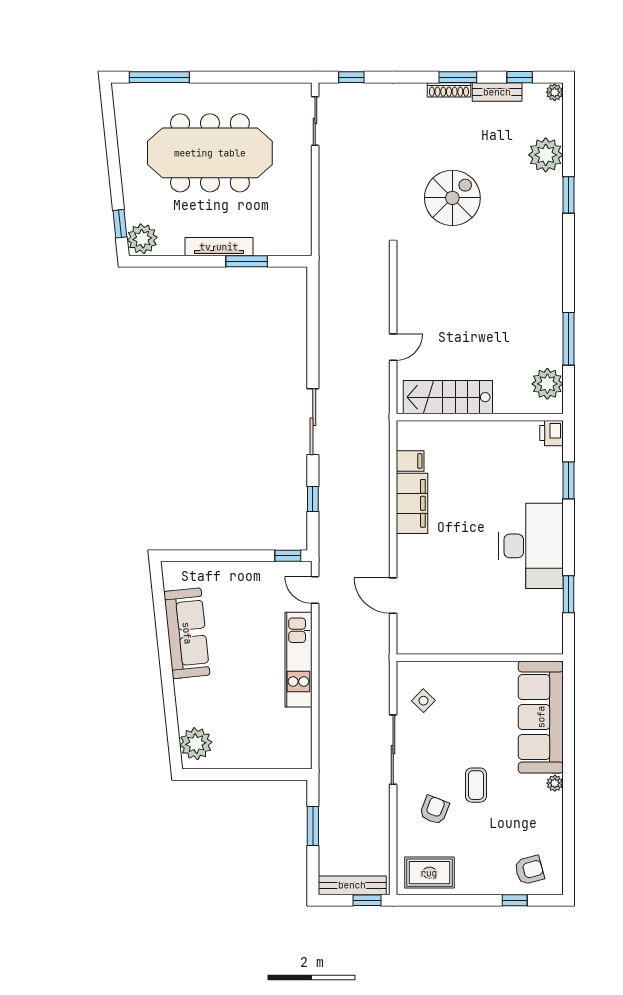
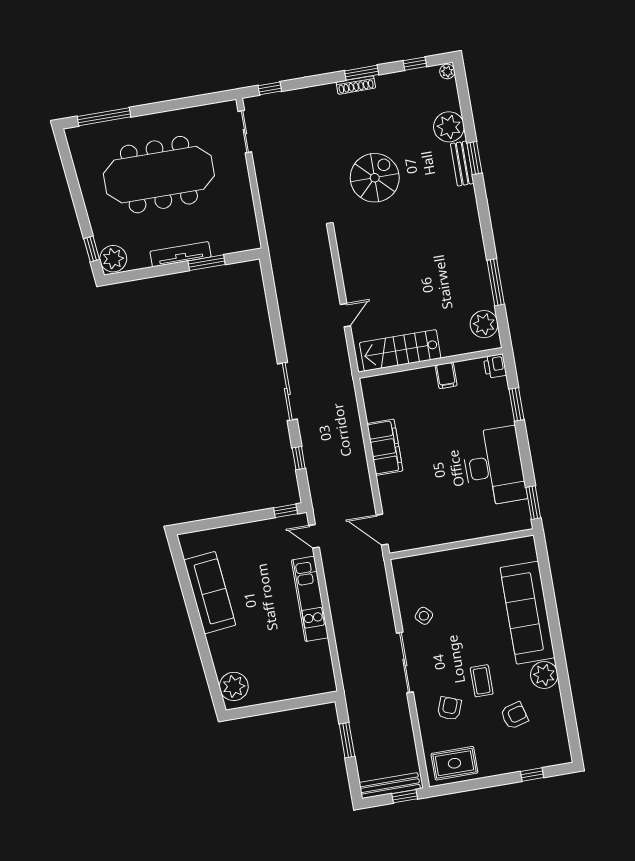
bench: (497, 92) -> (462, 163), moved, turned 90
filing cabinet: (410, 461) -> (446, 375), moved, turned 90
wall: (480, 658) -> (462, 544), moved
plant: (555, 783) -> (544, 675), width x1.87, depth x1.87
armchair: (529, 870) -> (514, 715), moved

